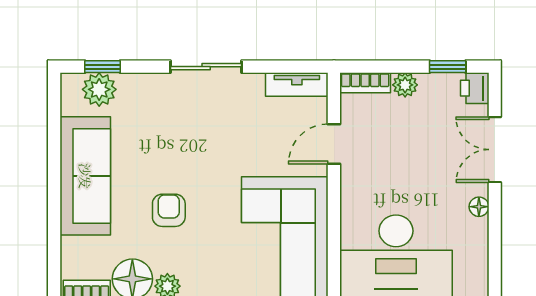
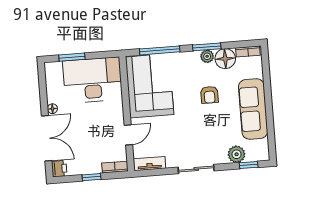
window: (448, 67) -> (91, 177), moved
plant: (405, 85) -> (95, 168), removed
plant: (99, 89) -> (237, 154), moved
double door: (495, 150) -> (47, 138), width x1.37

